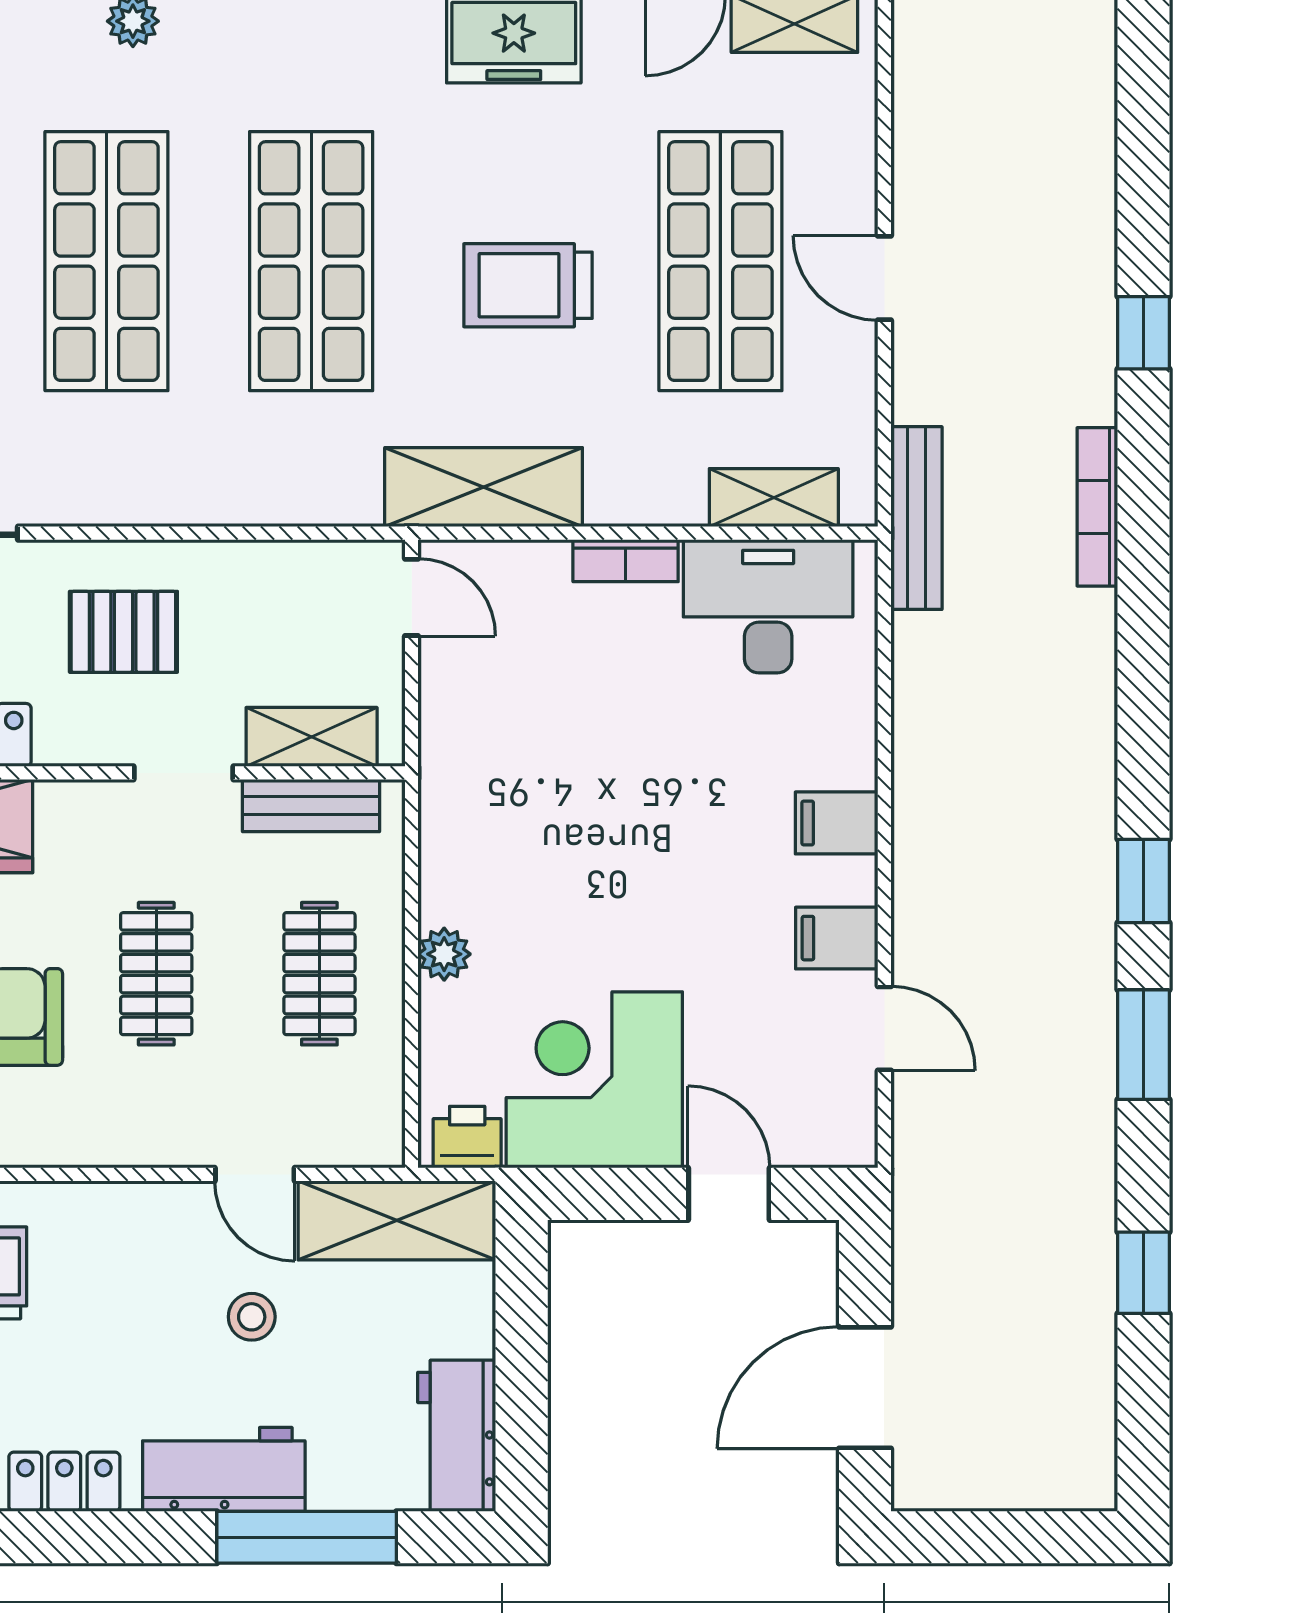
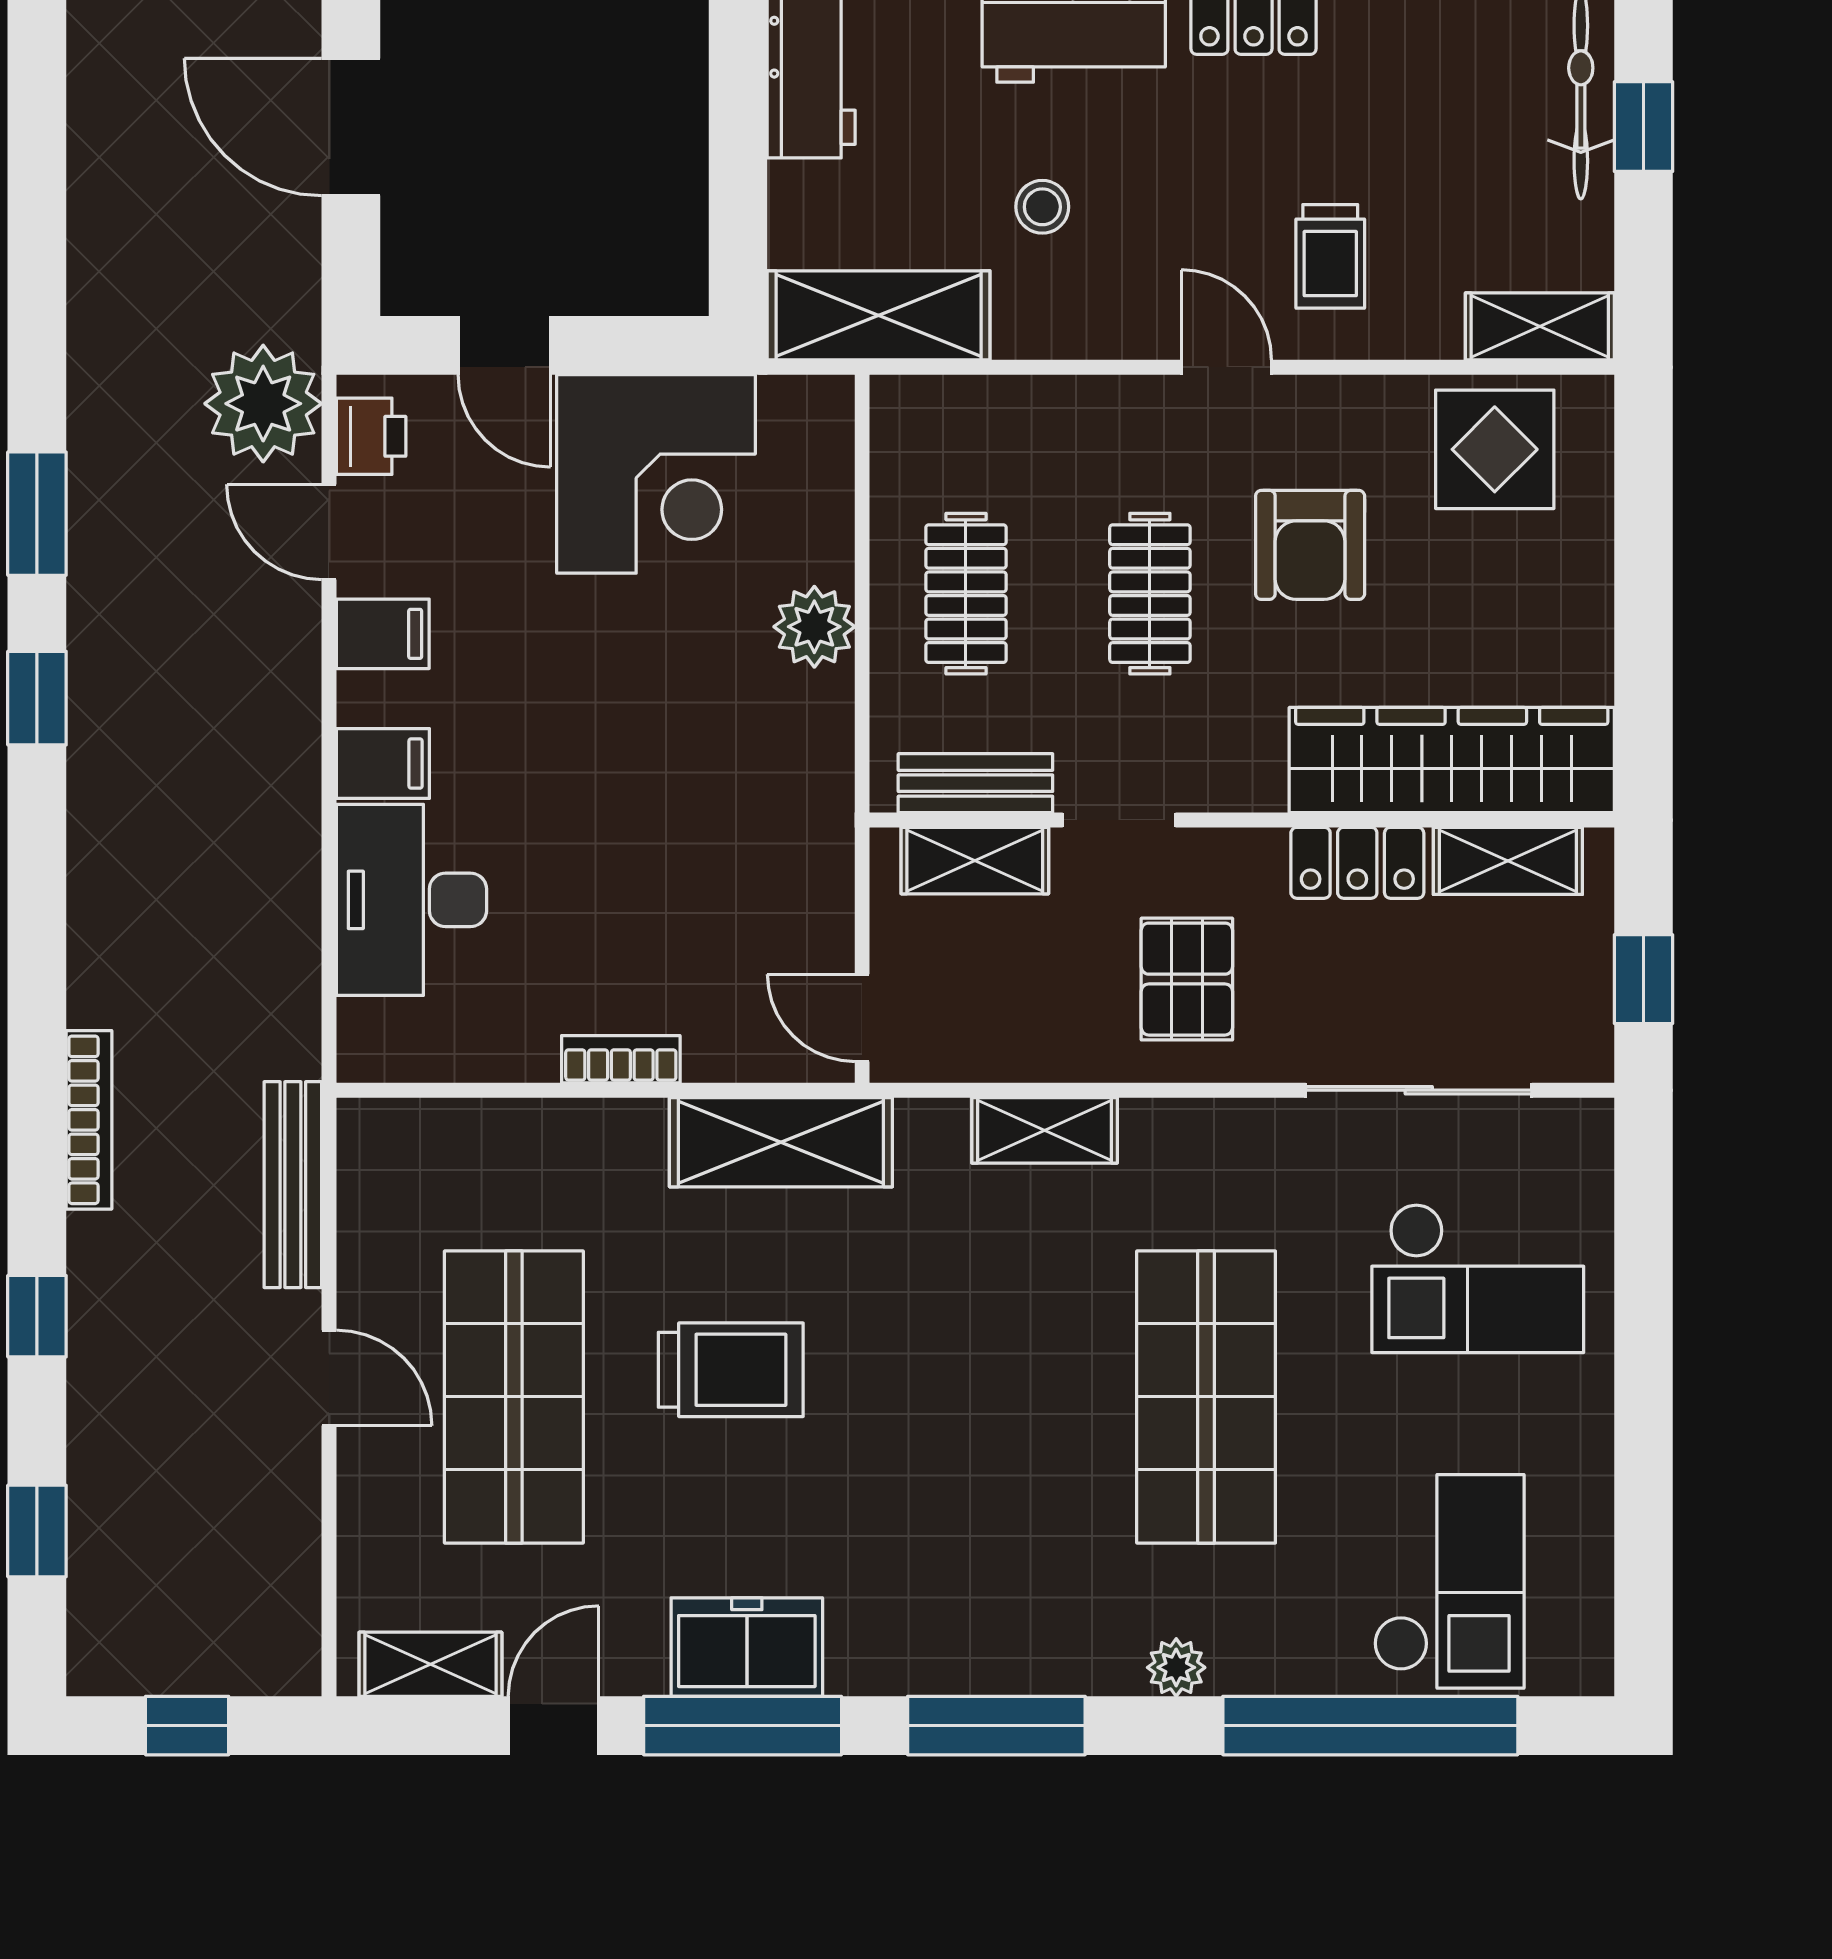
shop shelf: (311, 261) -> (975, 1397), removed
shelving: (774, 498) -> (1045, 1130), moved
bench: (916, 518) -> (293, 1185), moved
desk: (768, 606) -> (411, 900), moved, turned 90
pallet: (123, 632) -> (1187, 979), turned 90
plant: (444, 954) -> (814, 627), width x1.38, depth x1.38
printer: (467, 1137) -> (371, 436), moved, turned -90
plant: (943, 1142) -> (263, 404), added
door: (255, 1174) -> (1226, 367), moved
window: (1144, 1273) -> (37, 1531), moved
door: (865, 1388) -> (351, 127), swing flipped

